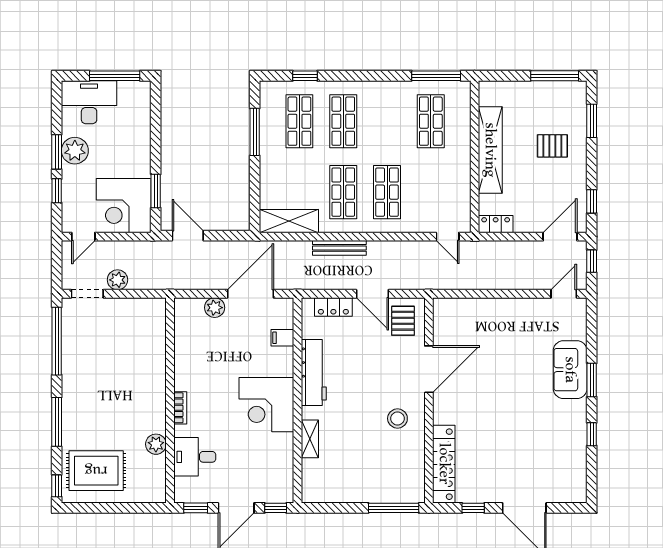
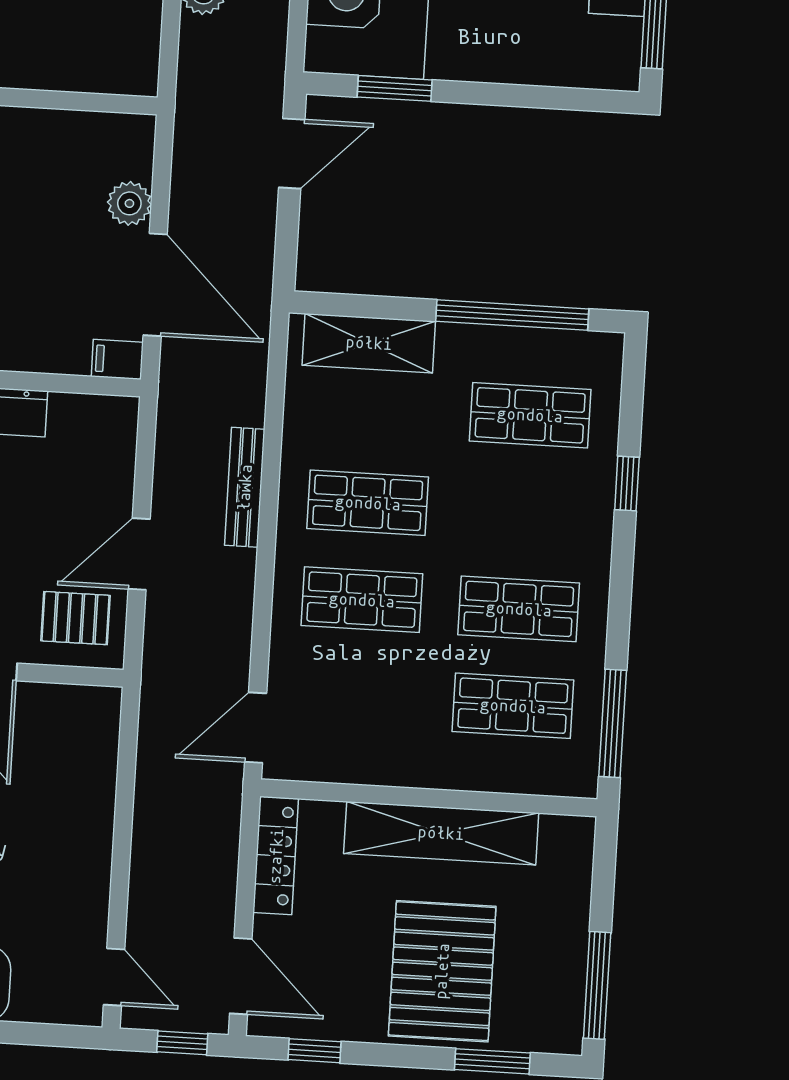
window: (305, 76) -> (627, 484), moved
shop shelf: (343, 121) -> (519, 609), moved
window: (255, 132) -> (512, 315), width x1.46
pallet: (552, 146) -> (442, 971), width x2.05, depth x2.00
shelving: (289, 221) -> (369, 343), moved, turned 90
locker: (496, 224) -> (276, 856), width x1.53
door: (448, 237) -> (256, 728), width x1.38
locker: (333, 307) -> (115, 466), removed
filing cabinet: (282, 338) -> (117, 359), moved, turned -90

